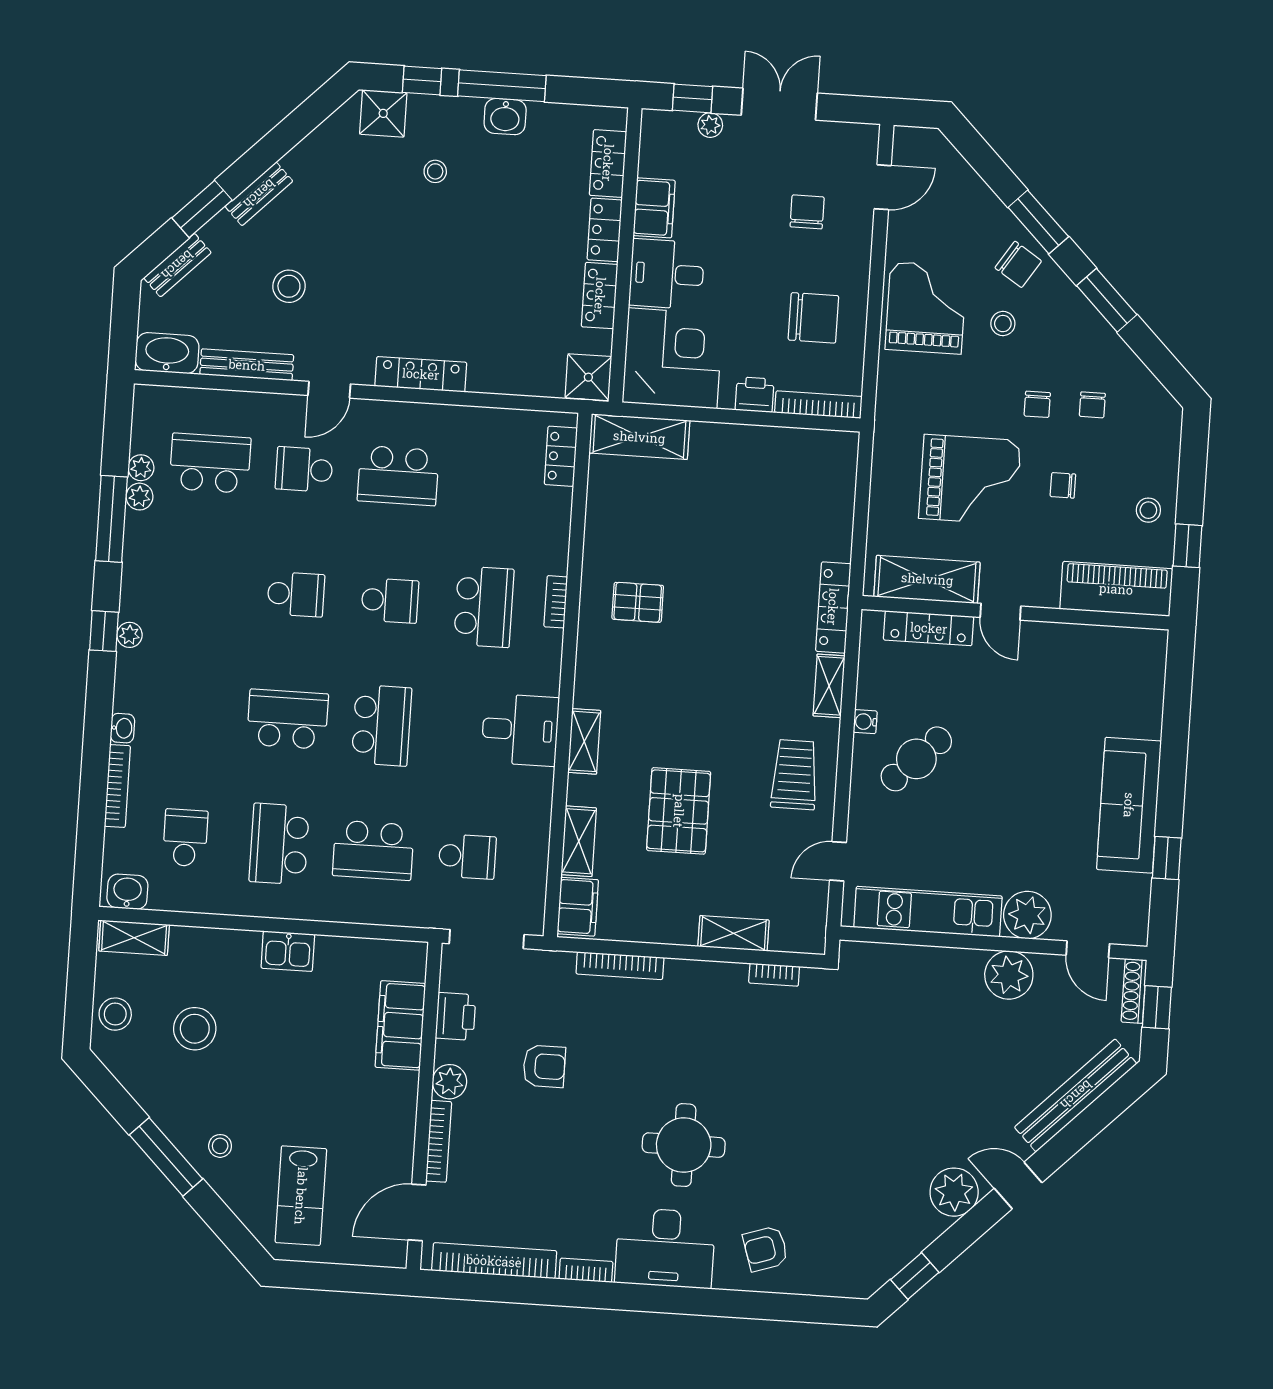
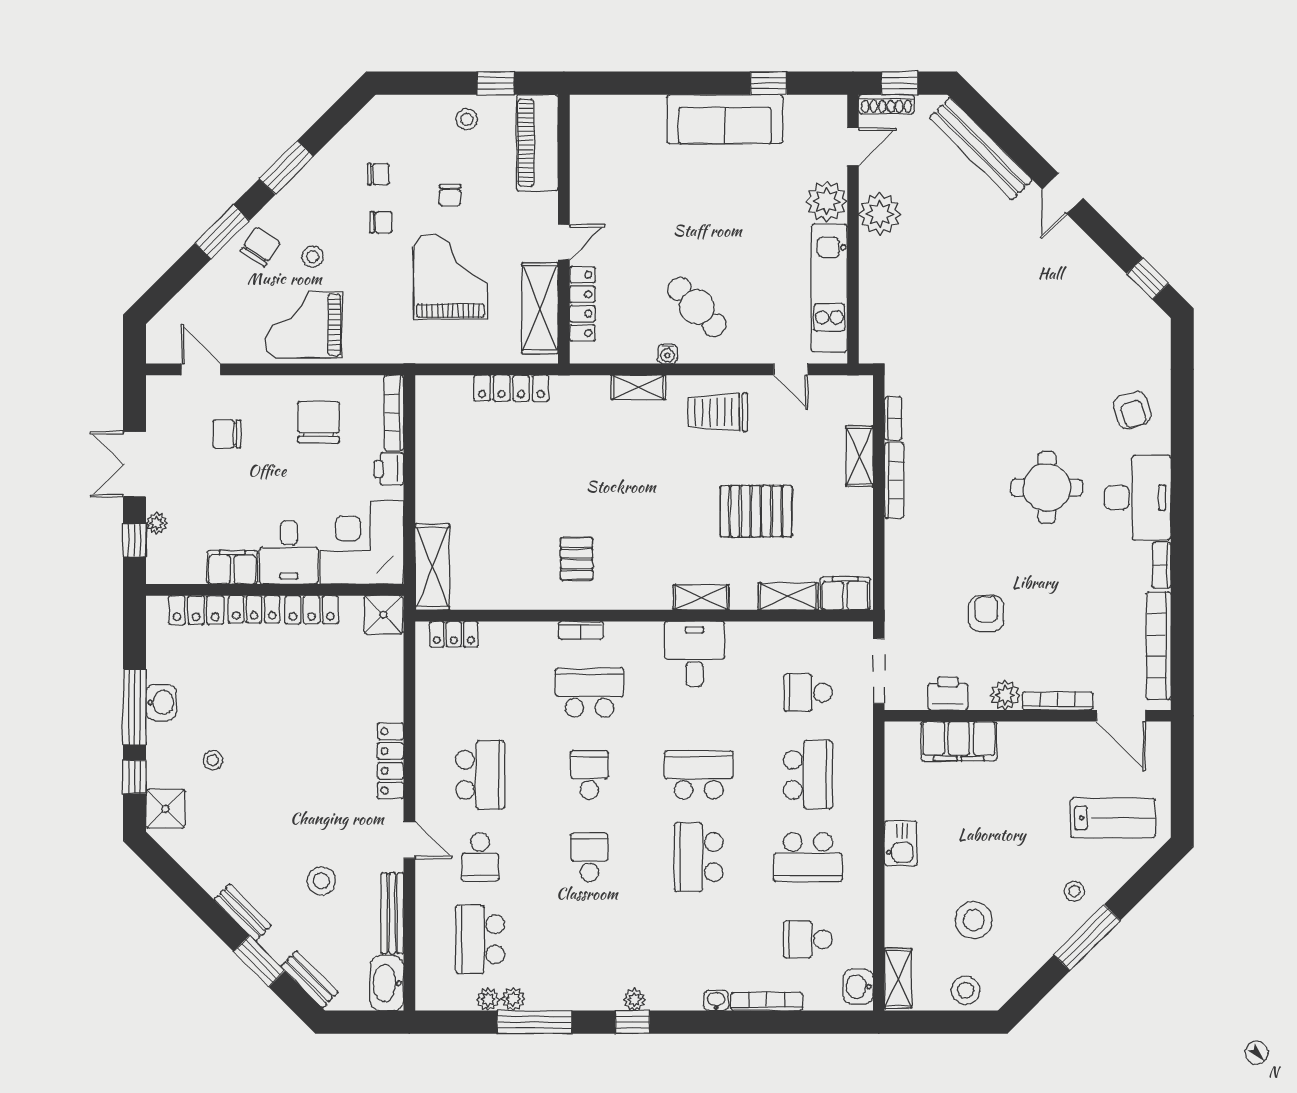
locker: (833, 607) -> (511, 388), moved
school desk: (467, 856) -> (808, 693), turned -90
bookcase: (620, 966) -> (894, 480), moved
plant: (954, 1192) -> (1072, 249), removed

